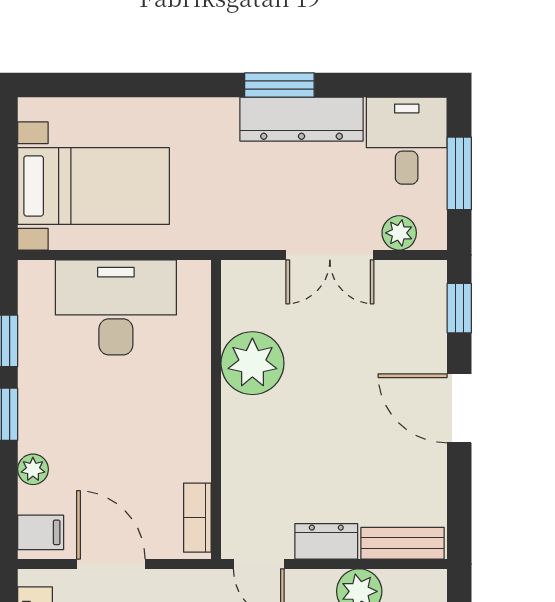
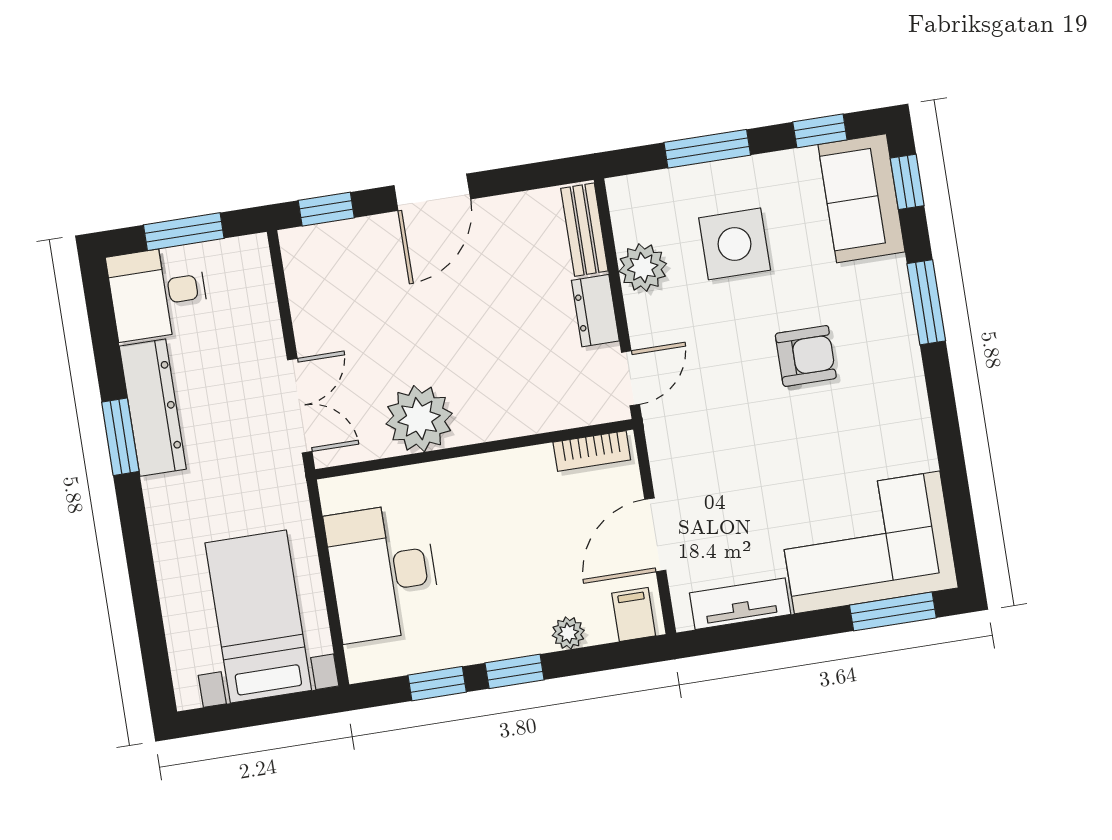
plant: (399, 233) -> (257, 285), removed
double door: (330, 255) -> (300, 406), moved

